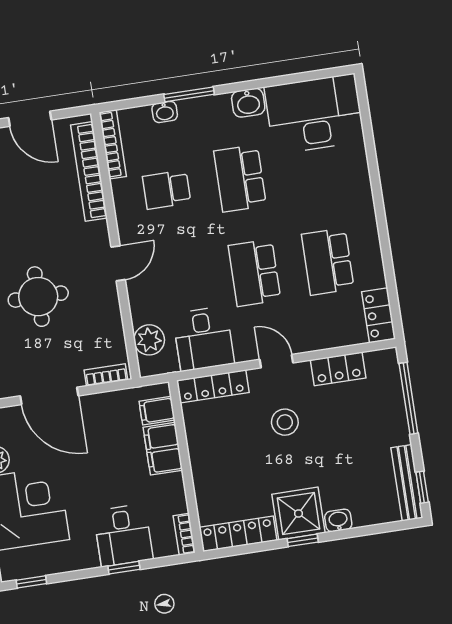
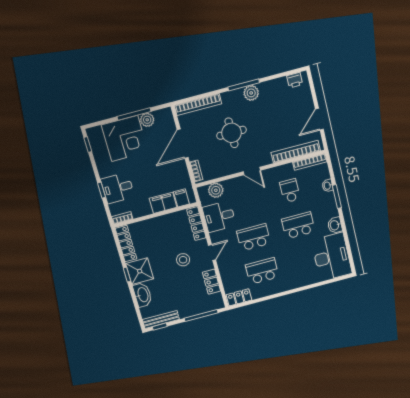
washbasin: (338, 520) -> (143, 295), width x1.91, depth x1.45

